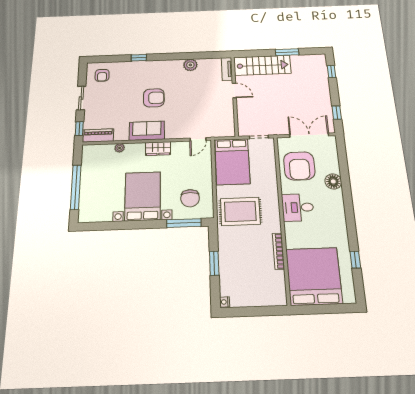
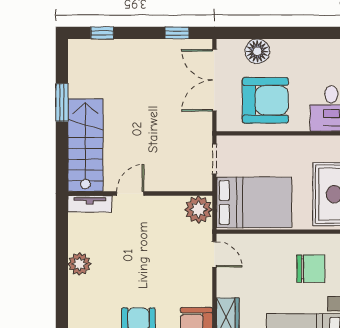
plant: (226, 129) -> (198, 210), added
floor lamp: (333, 181) -> (257, 51), moved

